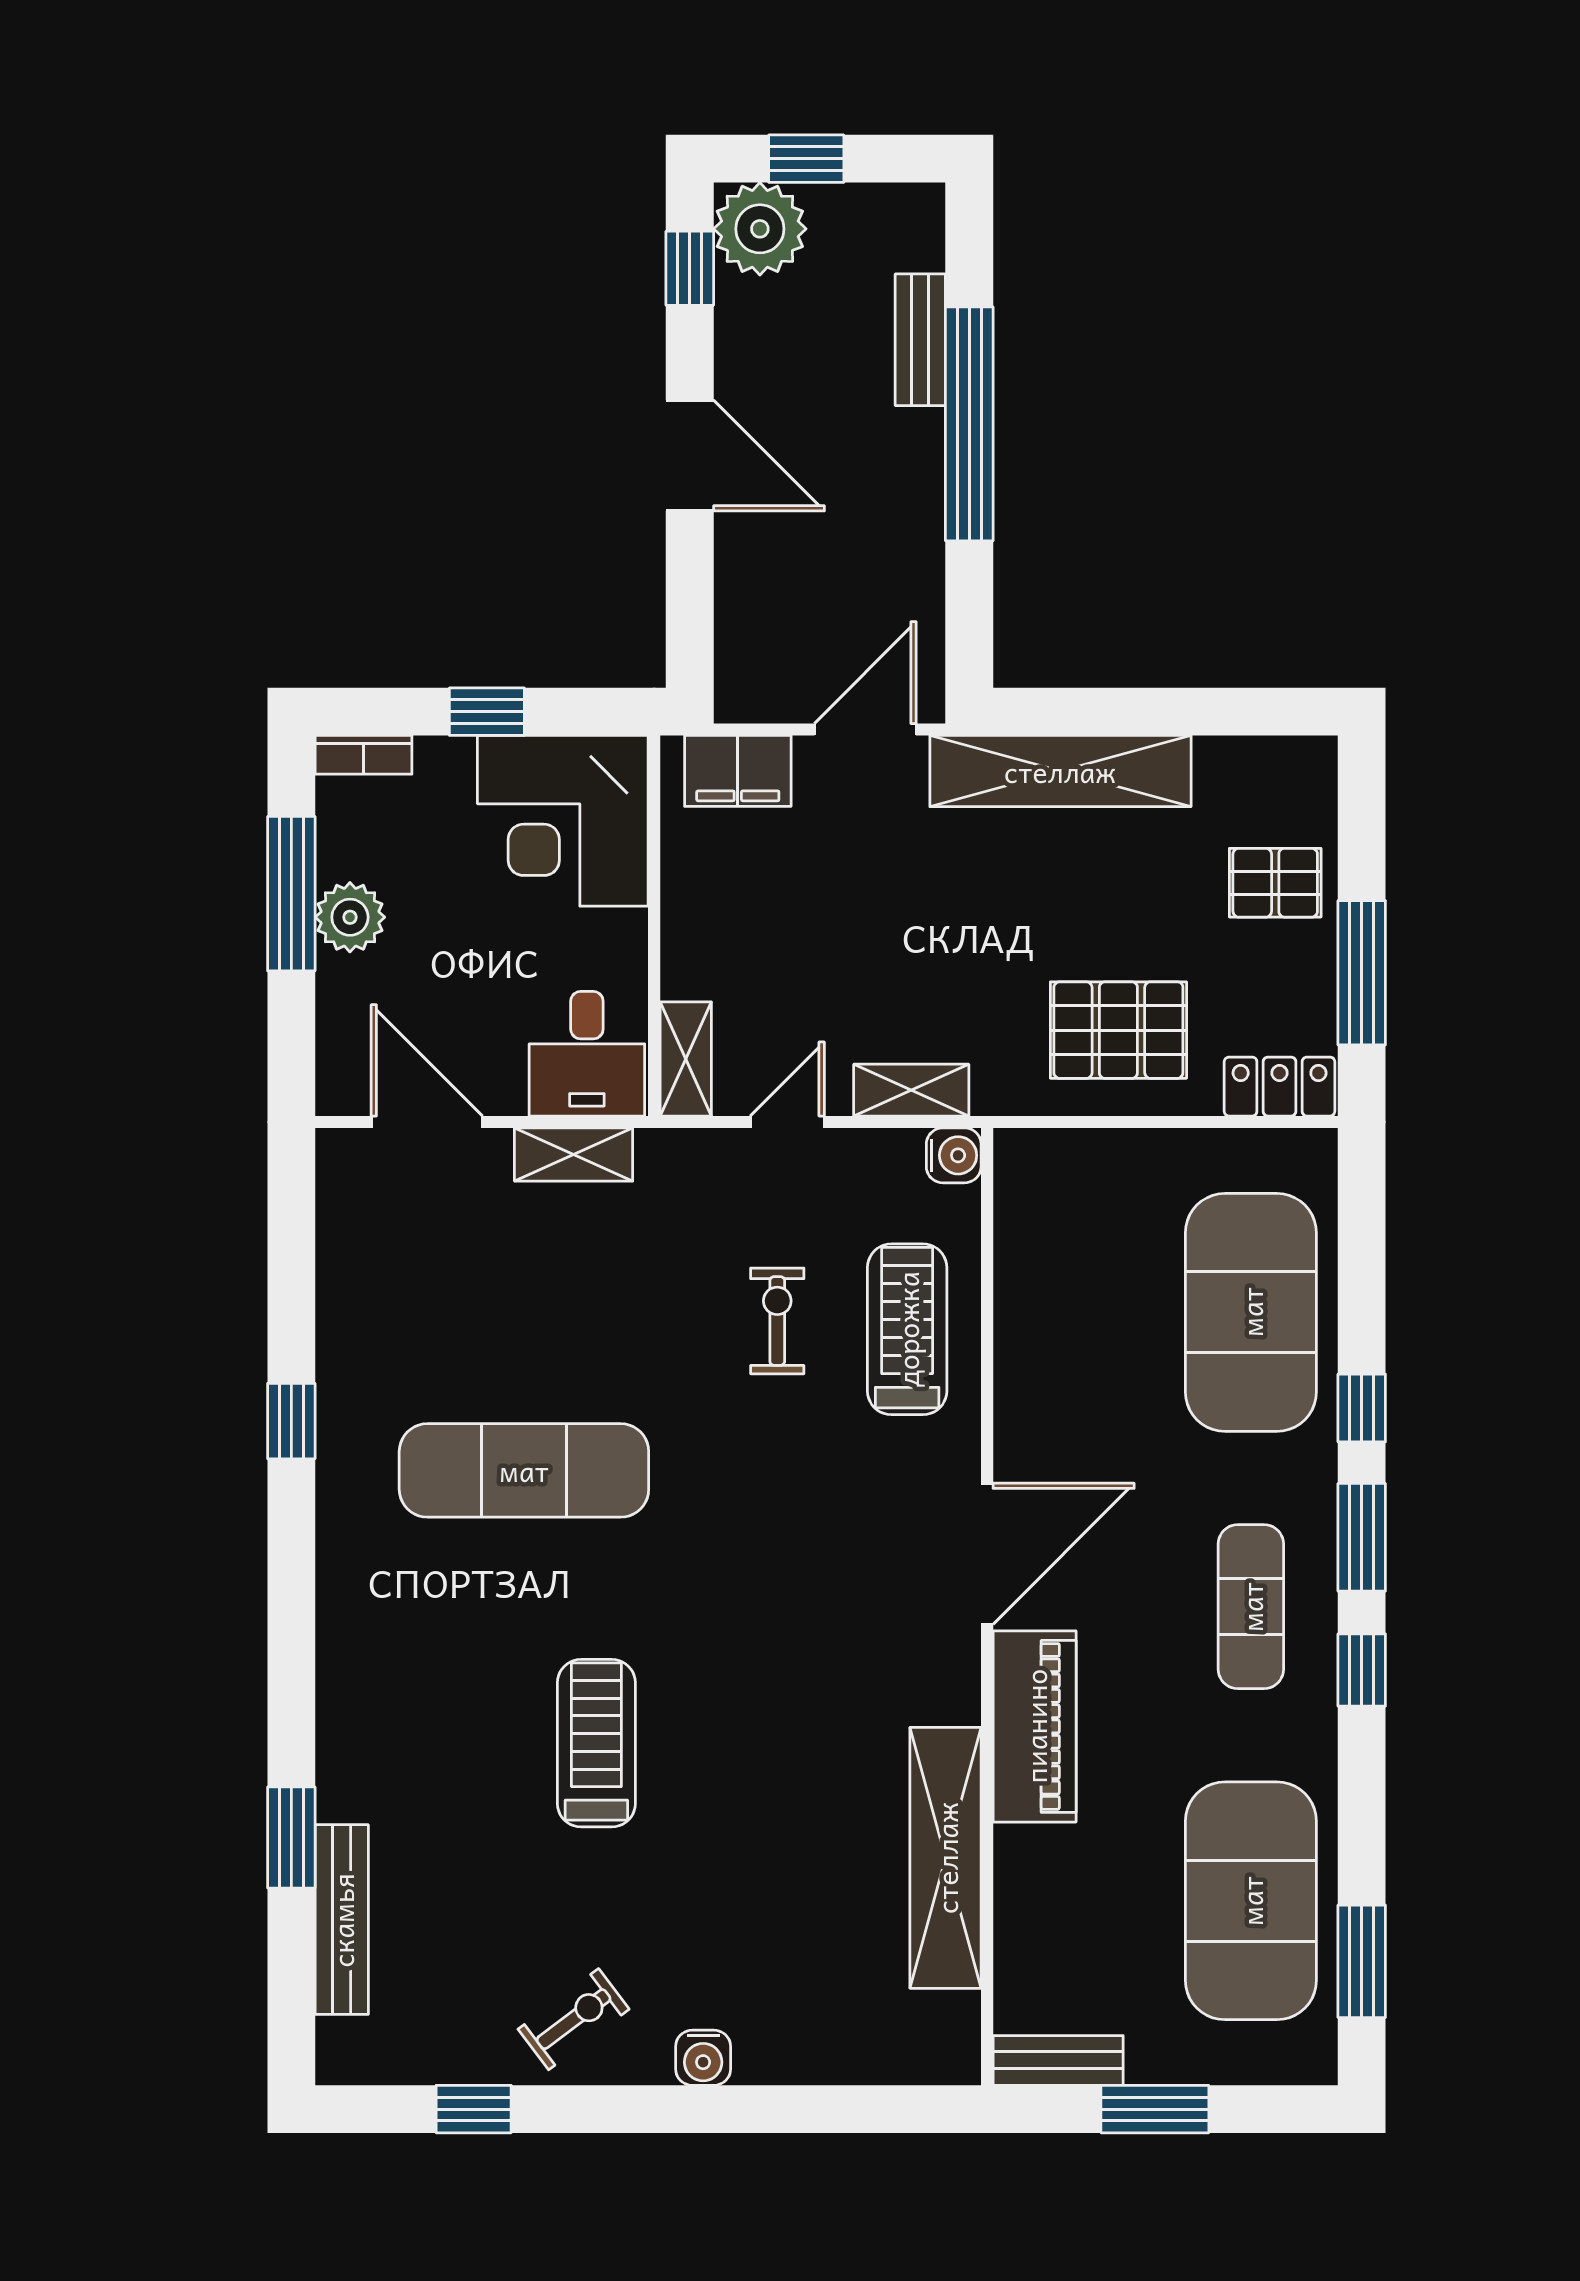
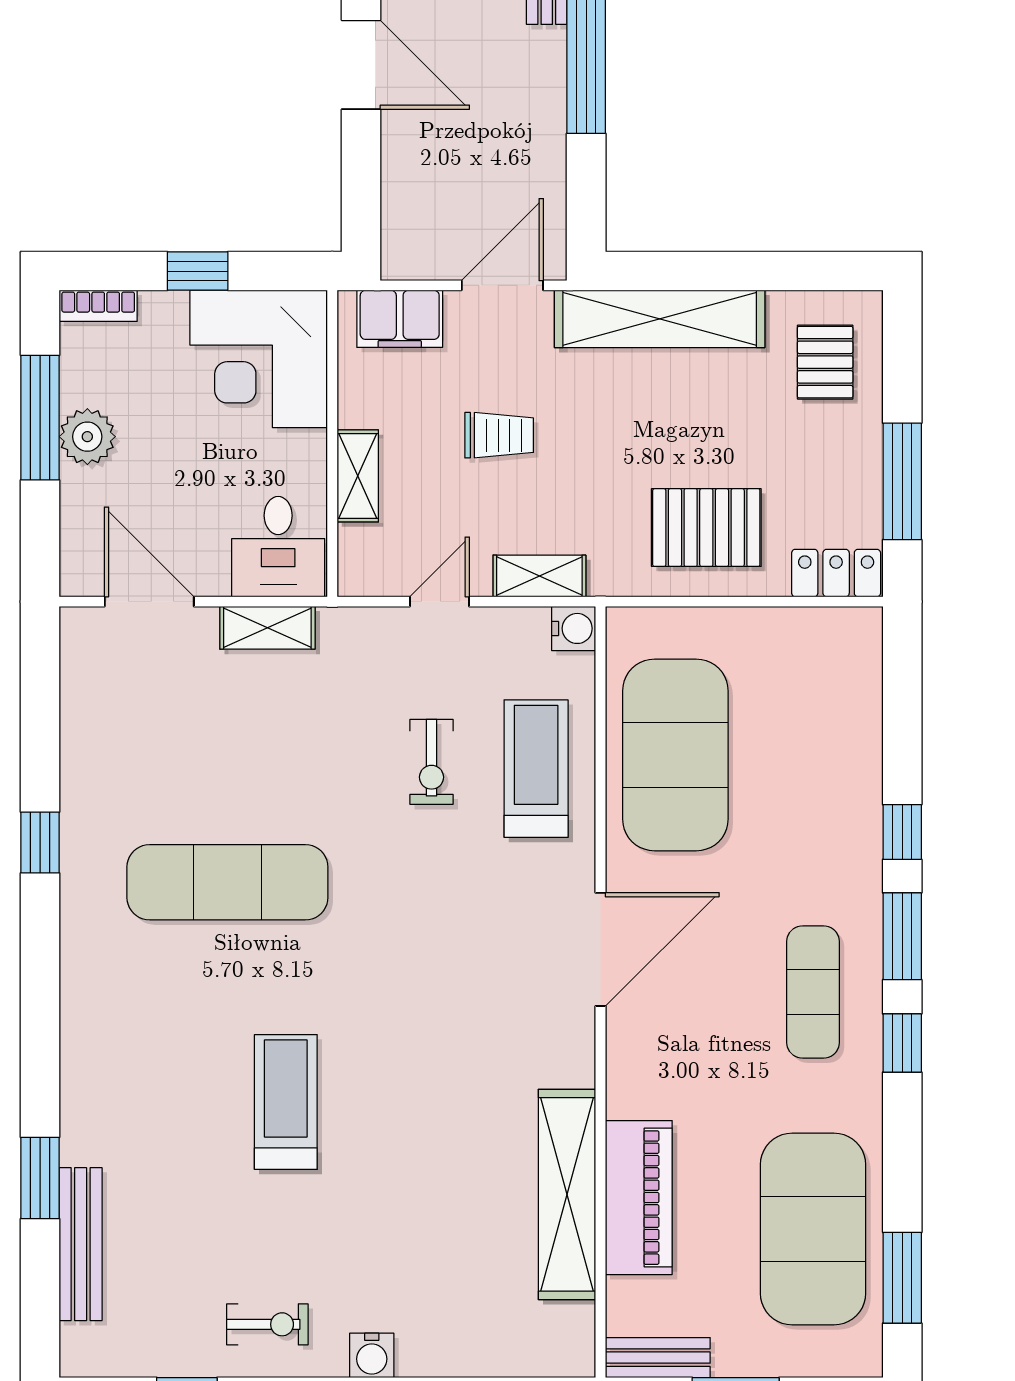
pallet: (1275, 883) -> (825, 362), moved, turned 90
trolley: (861, 915) -> (499, 435), added
shelving: (686, 1059) -> (358, 476), moved
exercise mat: (1251, 1312) -> (675, 755), moved
exercise bike: (777, 1321) -> (431, 762), turned 180
piano: (1035, 1726) -> (639, 1198), moved
exercise bike: (574, 2019) -> (267, 1324), turned 37

